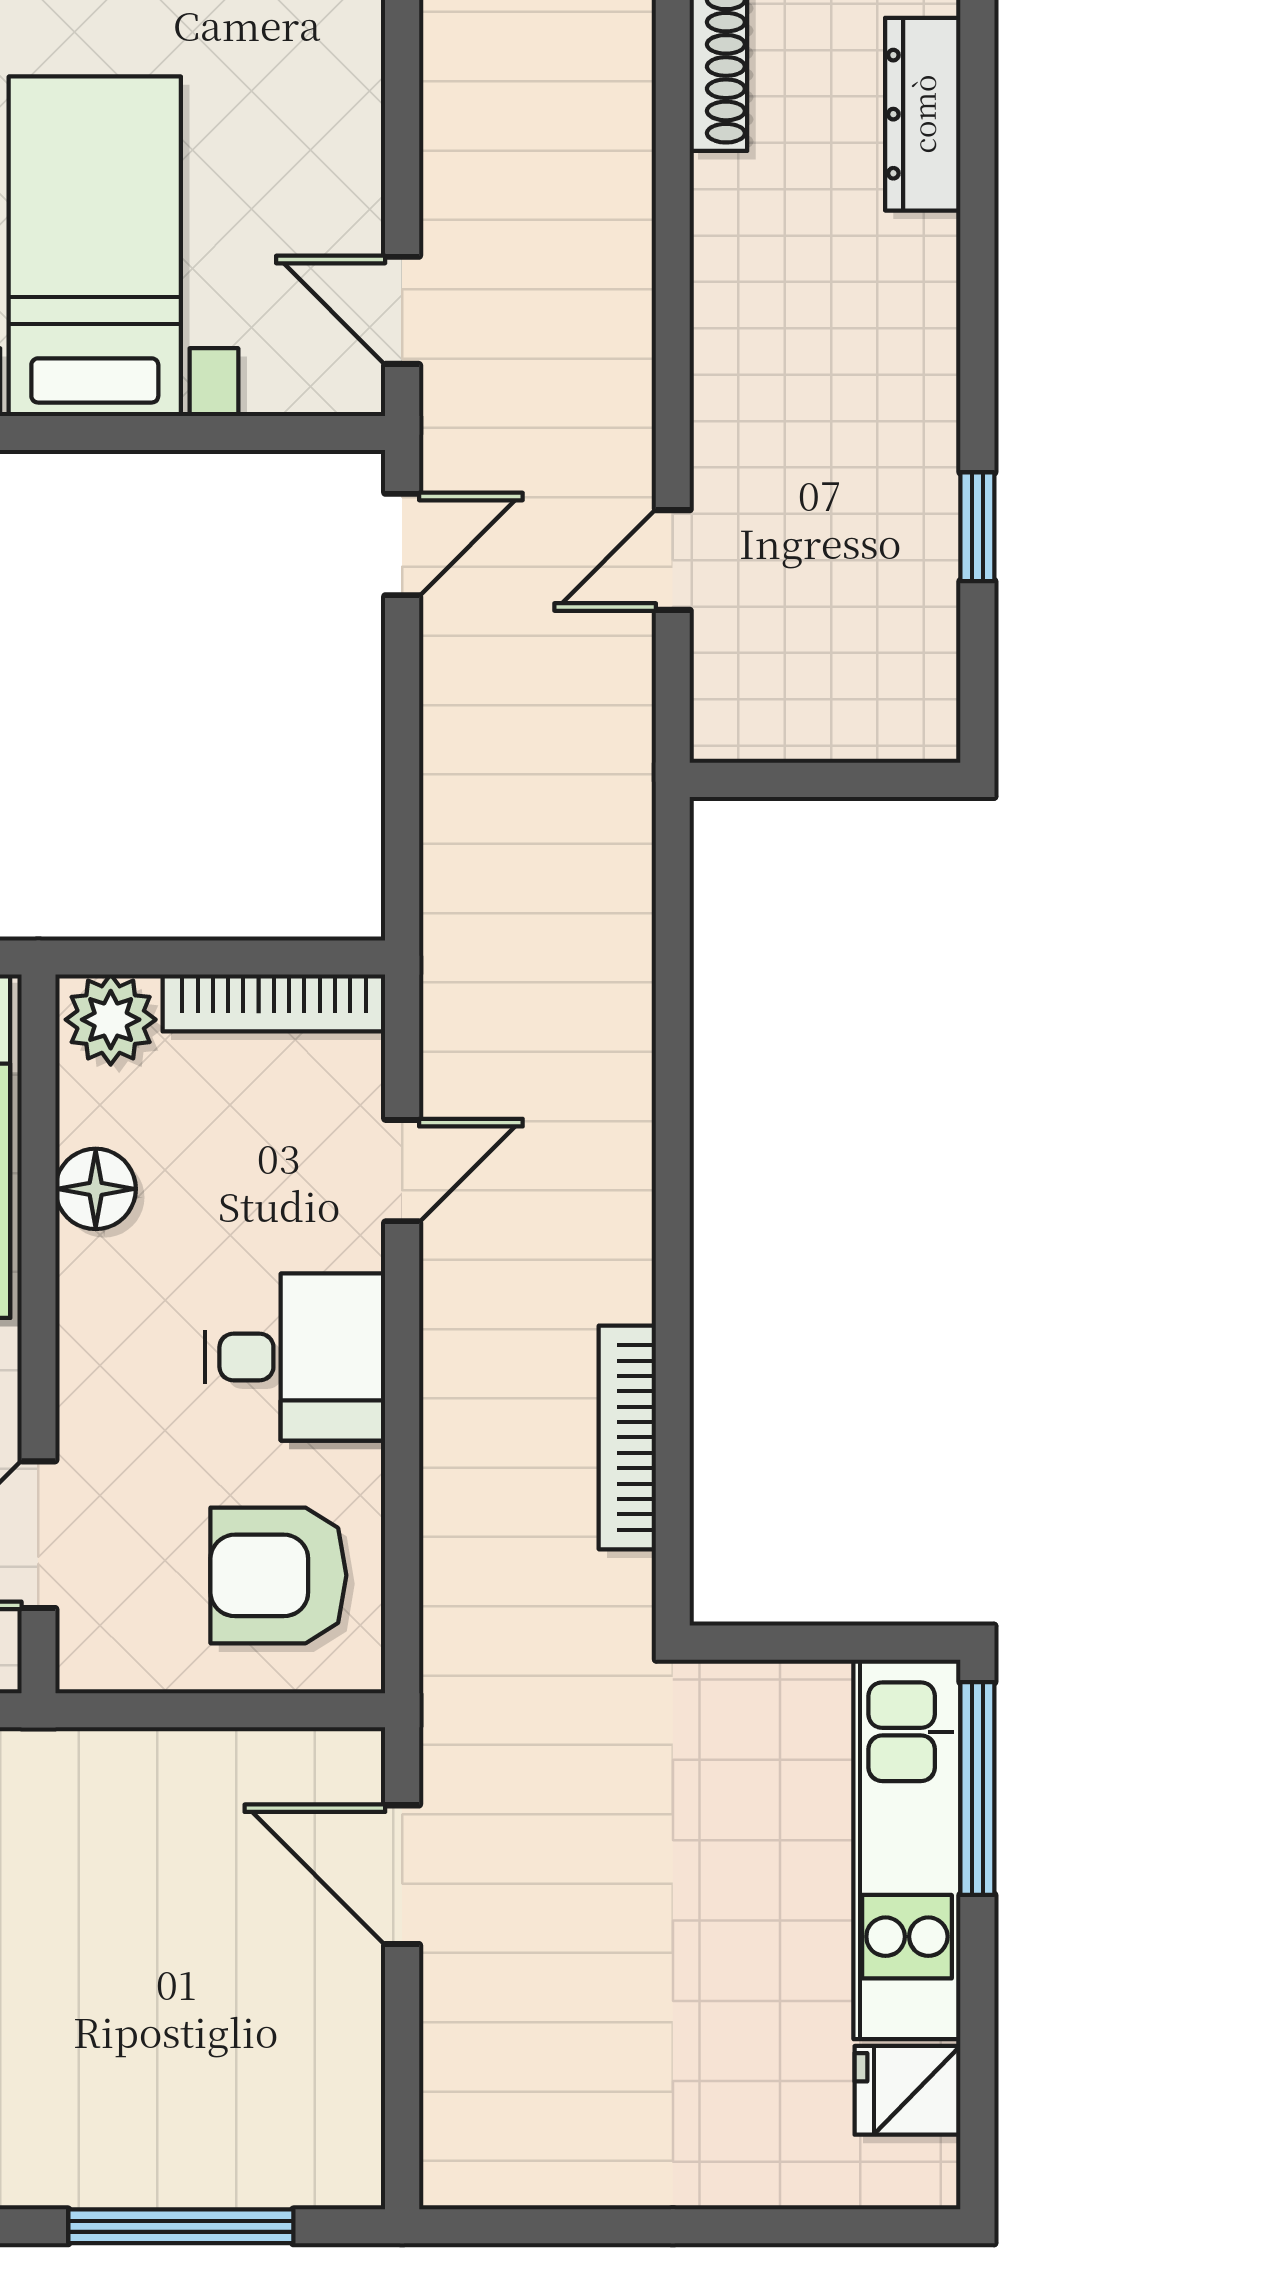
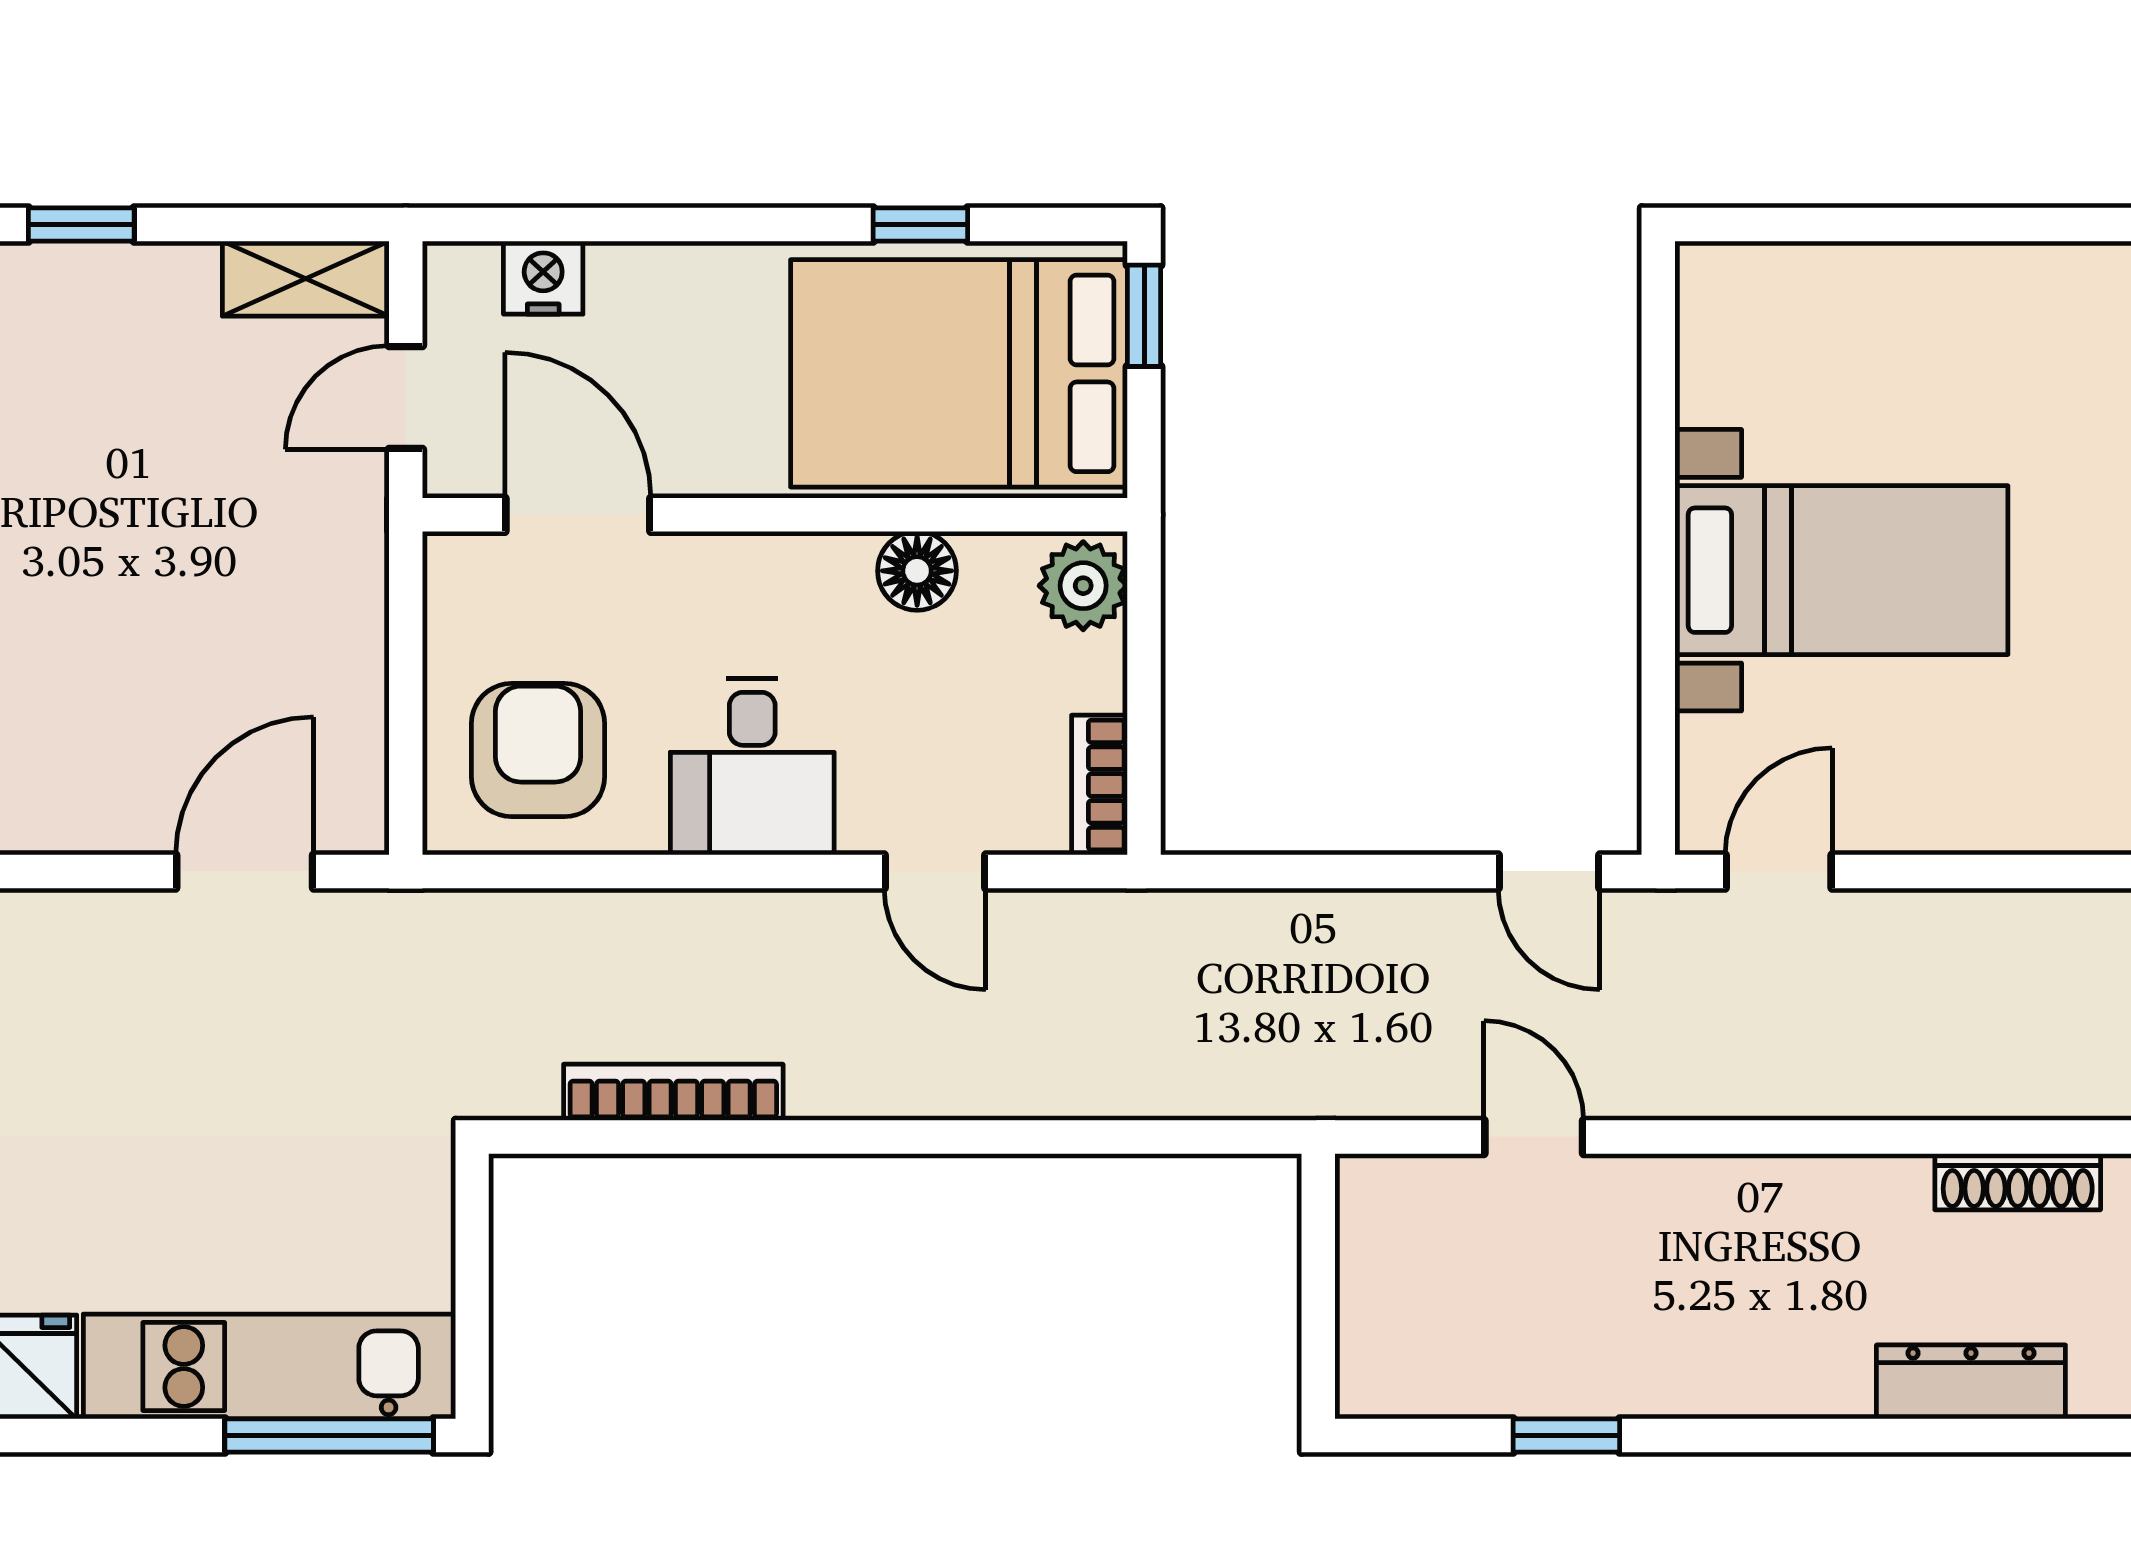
bookcase: (274, 1003) -> (1099, 785), width x0.64

